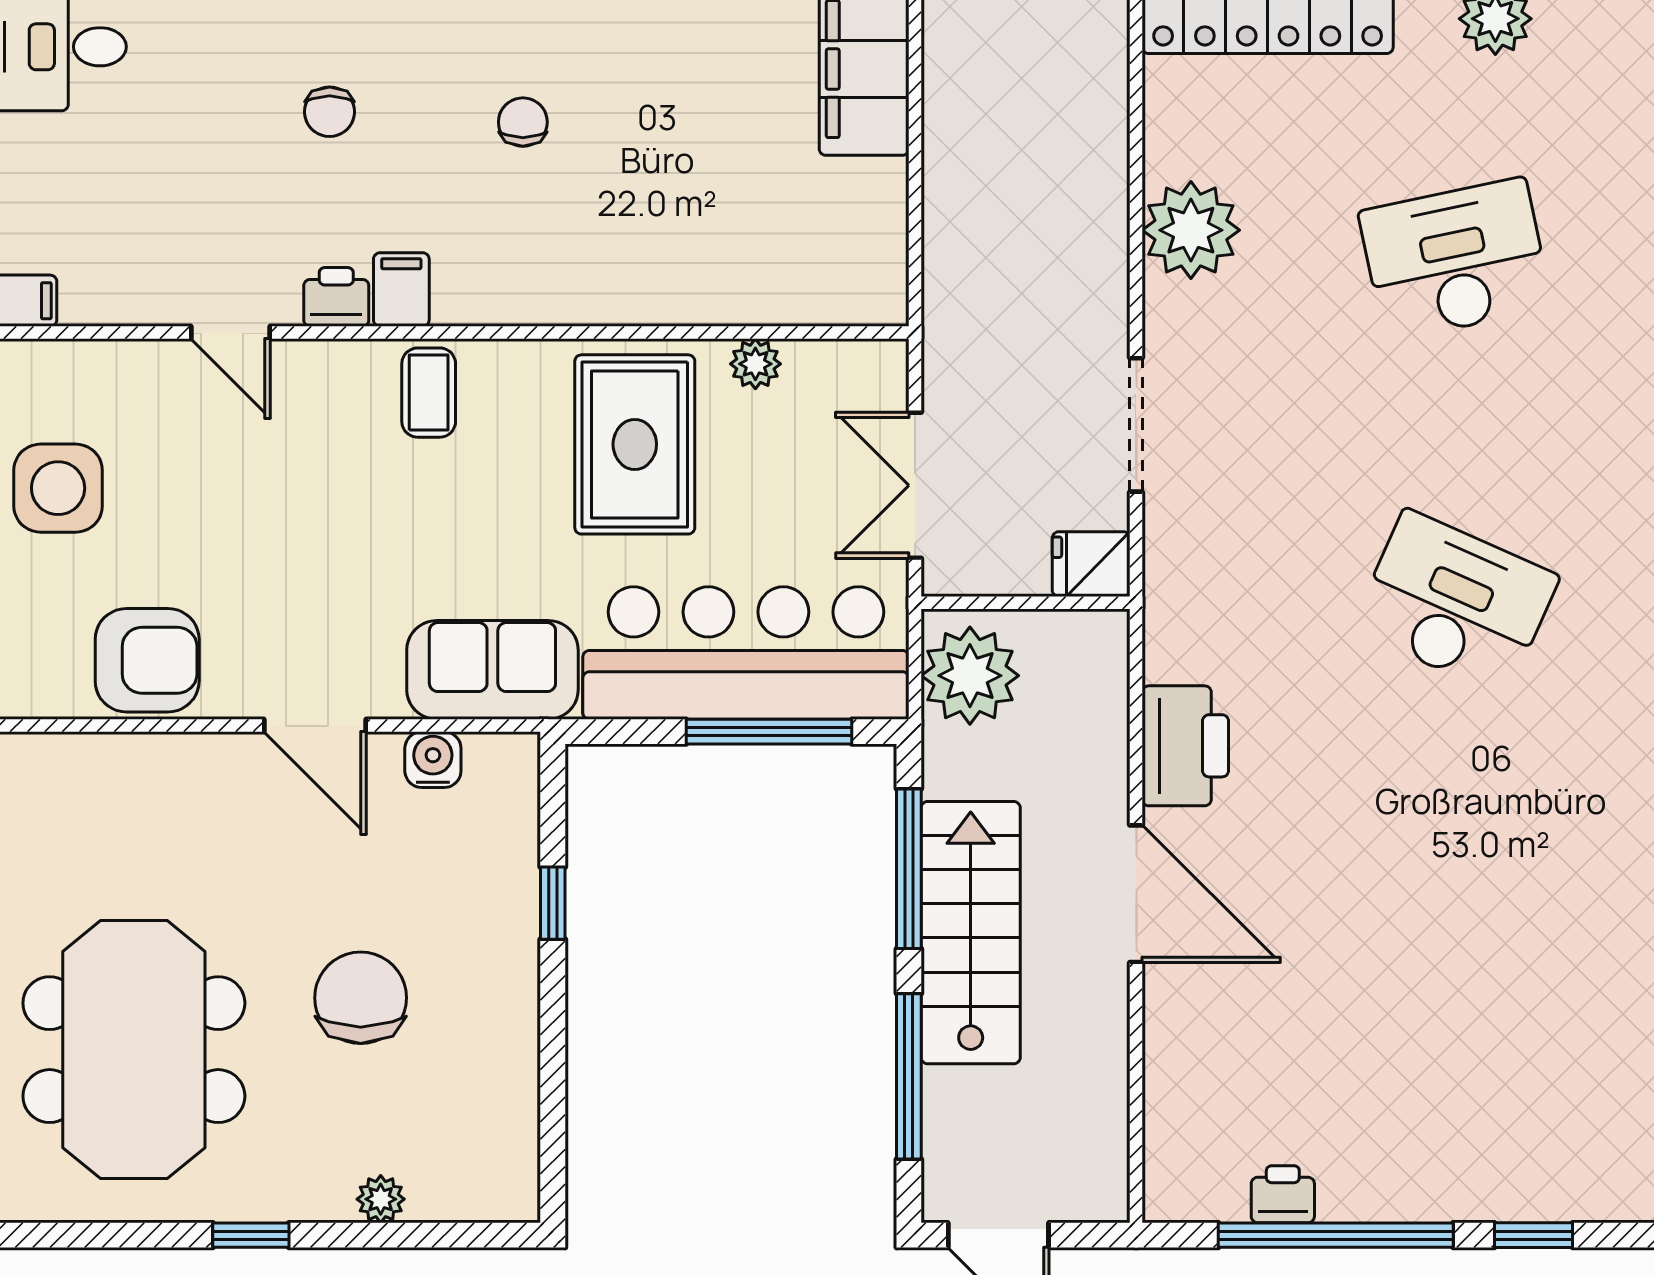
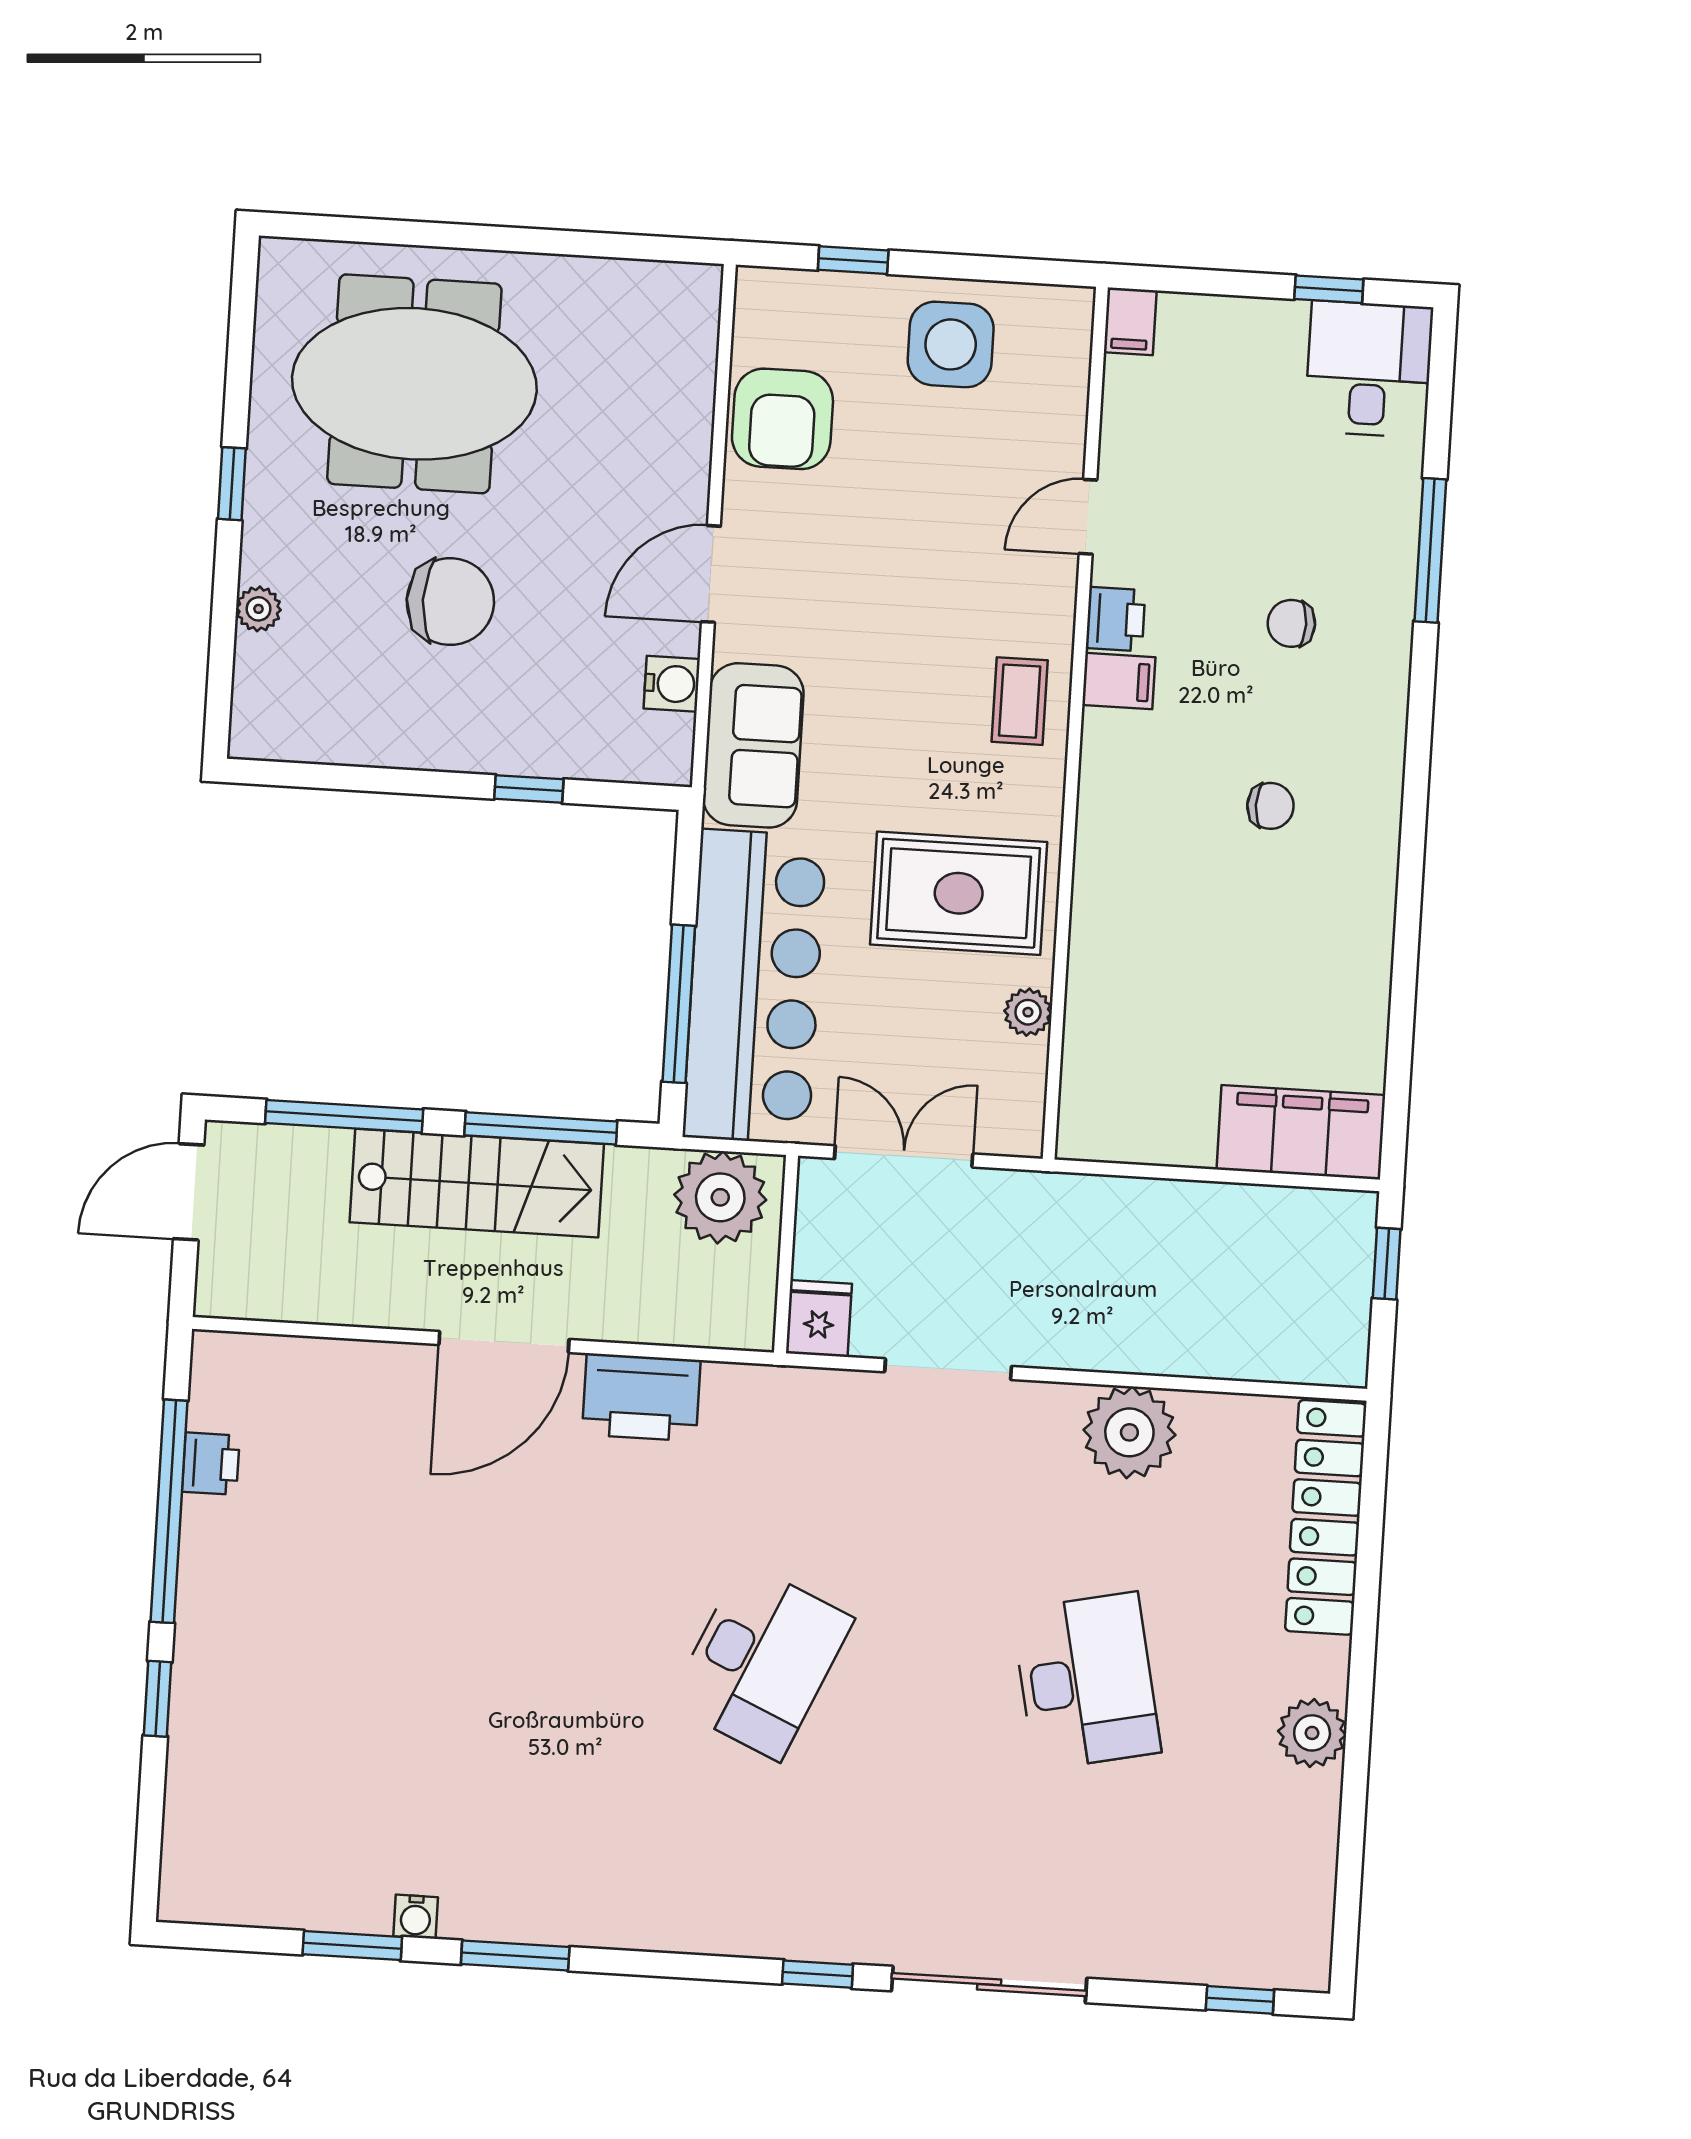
coffee table: (429, 393) -> (1020, 701), turned 90

